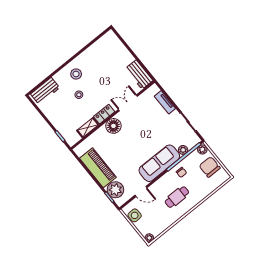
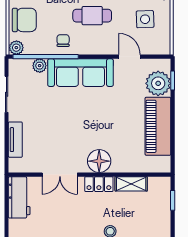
chair: (210, 167) -> (24, 20), turned -90
side table: (135, 215) -> (145, 19), moved

